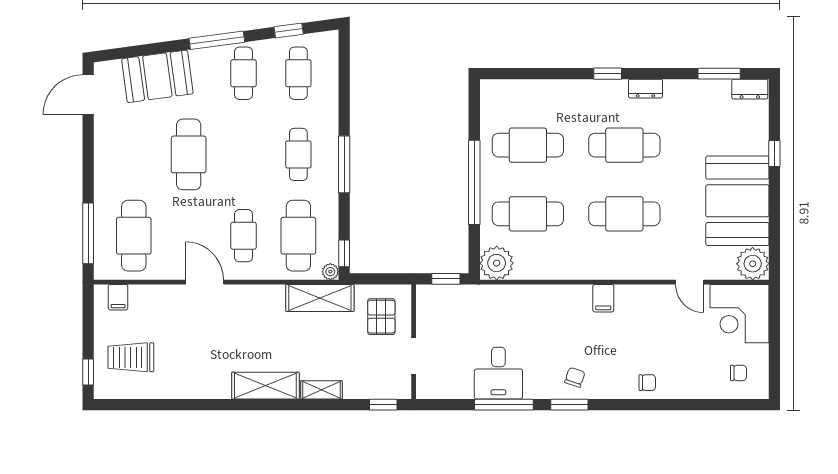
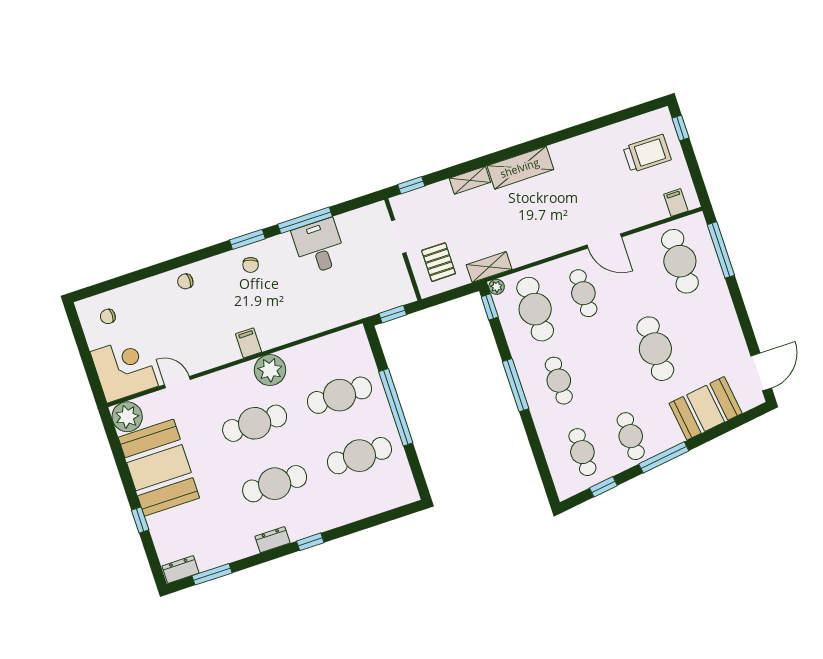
plant: (497, 263) -> (270, 370), moved
shelving: (320, 298) -> (489, 267), width x0.67, depth x0.75

